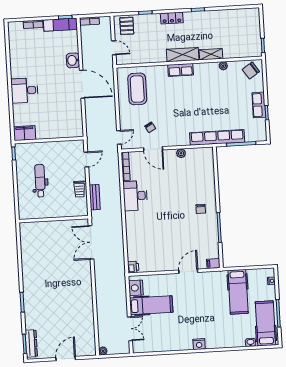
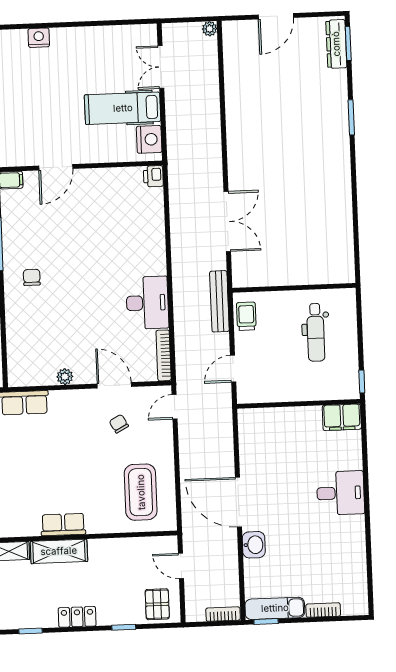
bench: (95, 197) -> (219, 301), width x1.36
wall: (54, 219) -> (294, 288), moved

